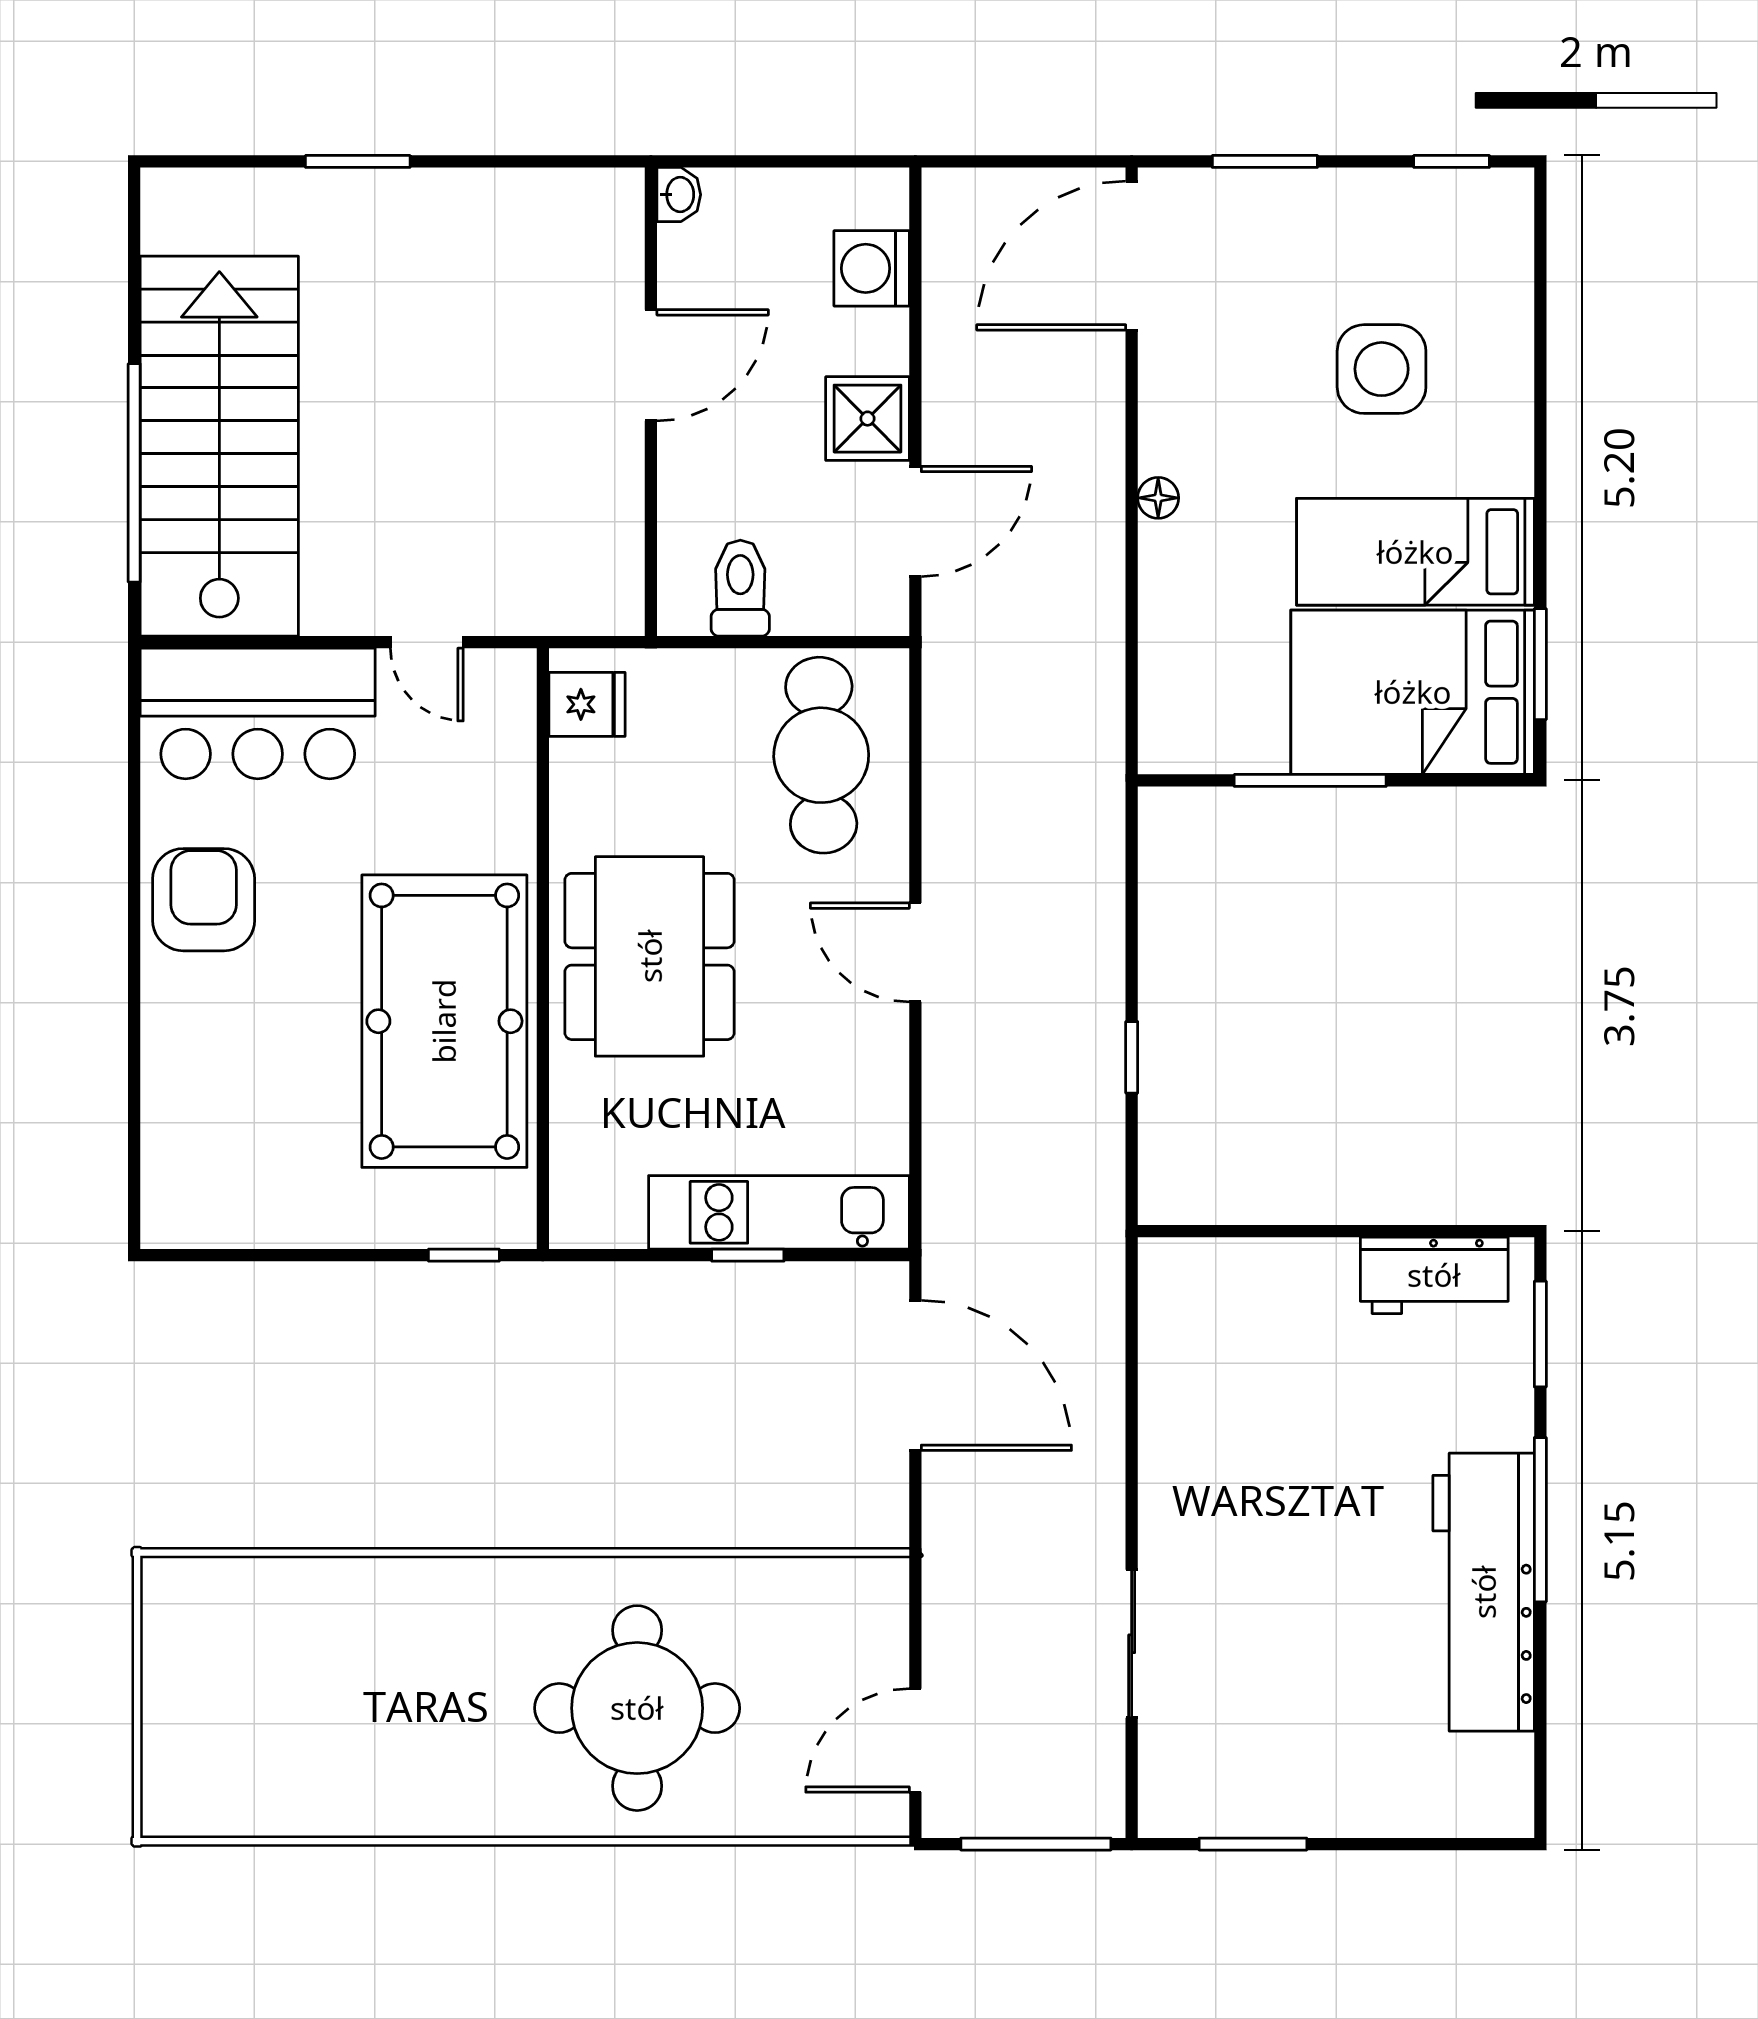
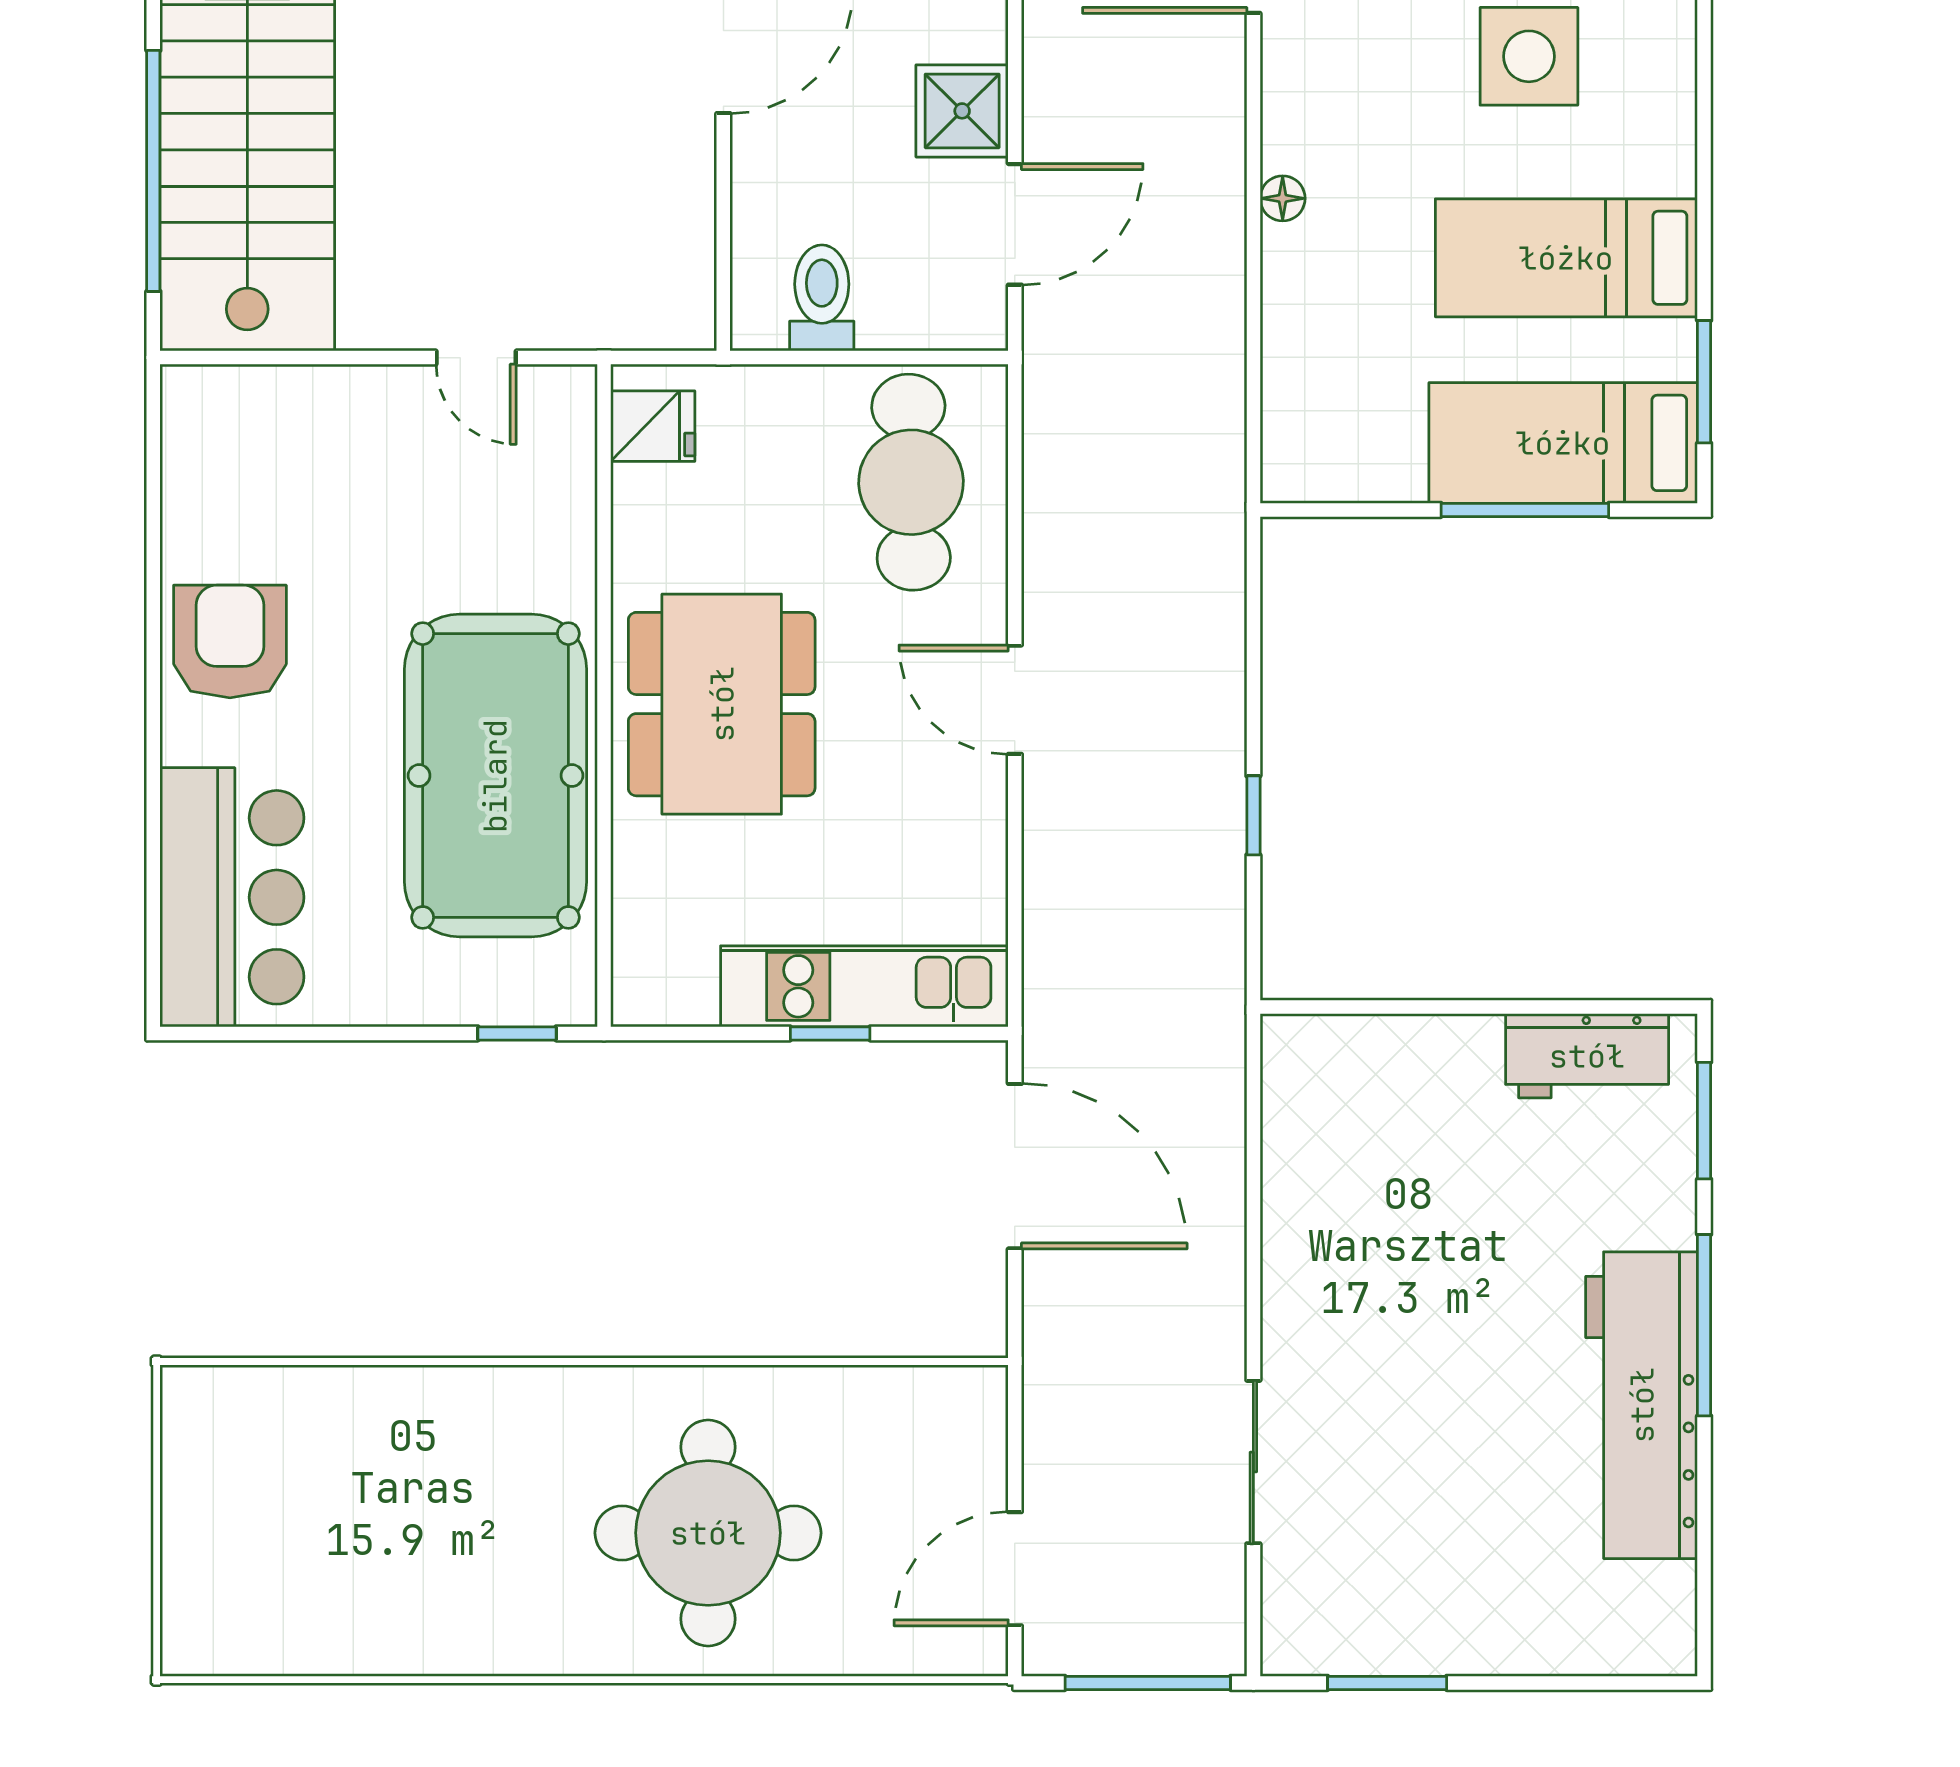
bed: (1413, 692) -> (1563, 443), width x0.67
bar counter: (258, 713) -> (232, 897), moved, turned -90
window: (1310, 780) -> (1525, 510), moved

